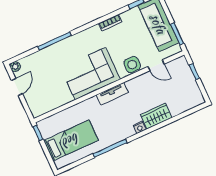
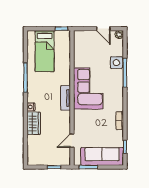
side table: (132, 65) -> (116, 63), moved

